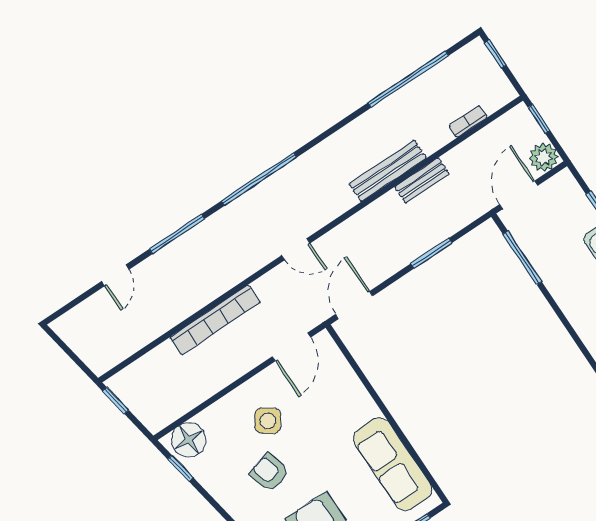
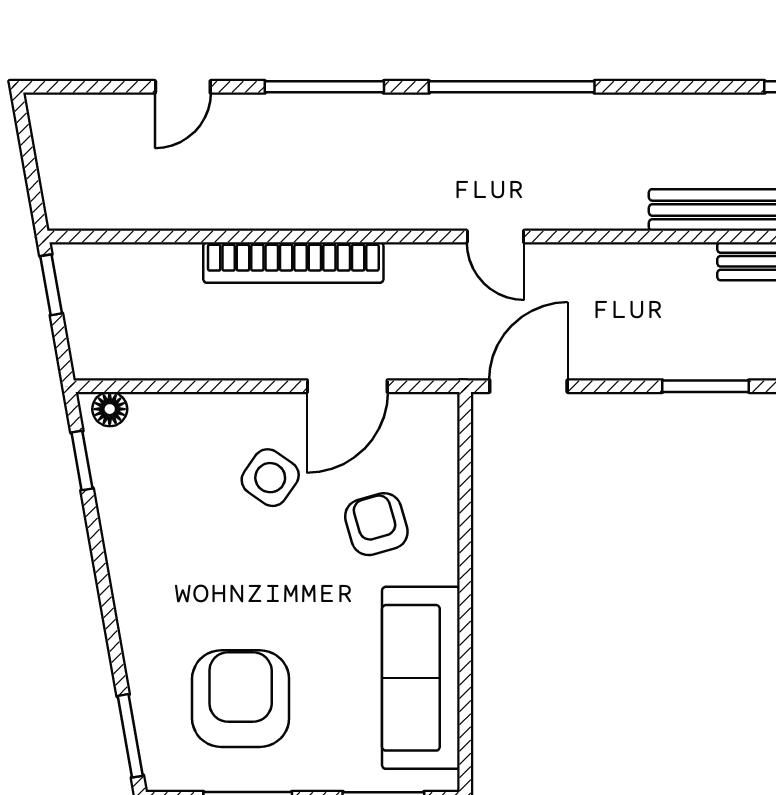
door: (292, 347) -> (347, 386), moved
floor lamp: (189, 440) -> (110, 409), width x0.53, depth x0.53
armchair: (269, 472) -> (376, 524), moved

